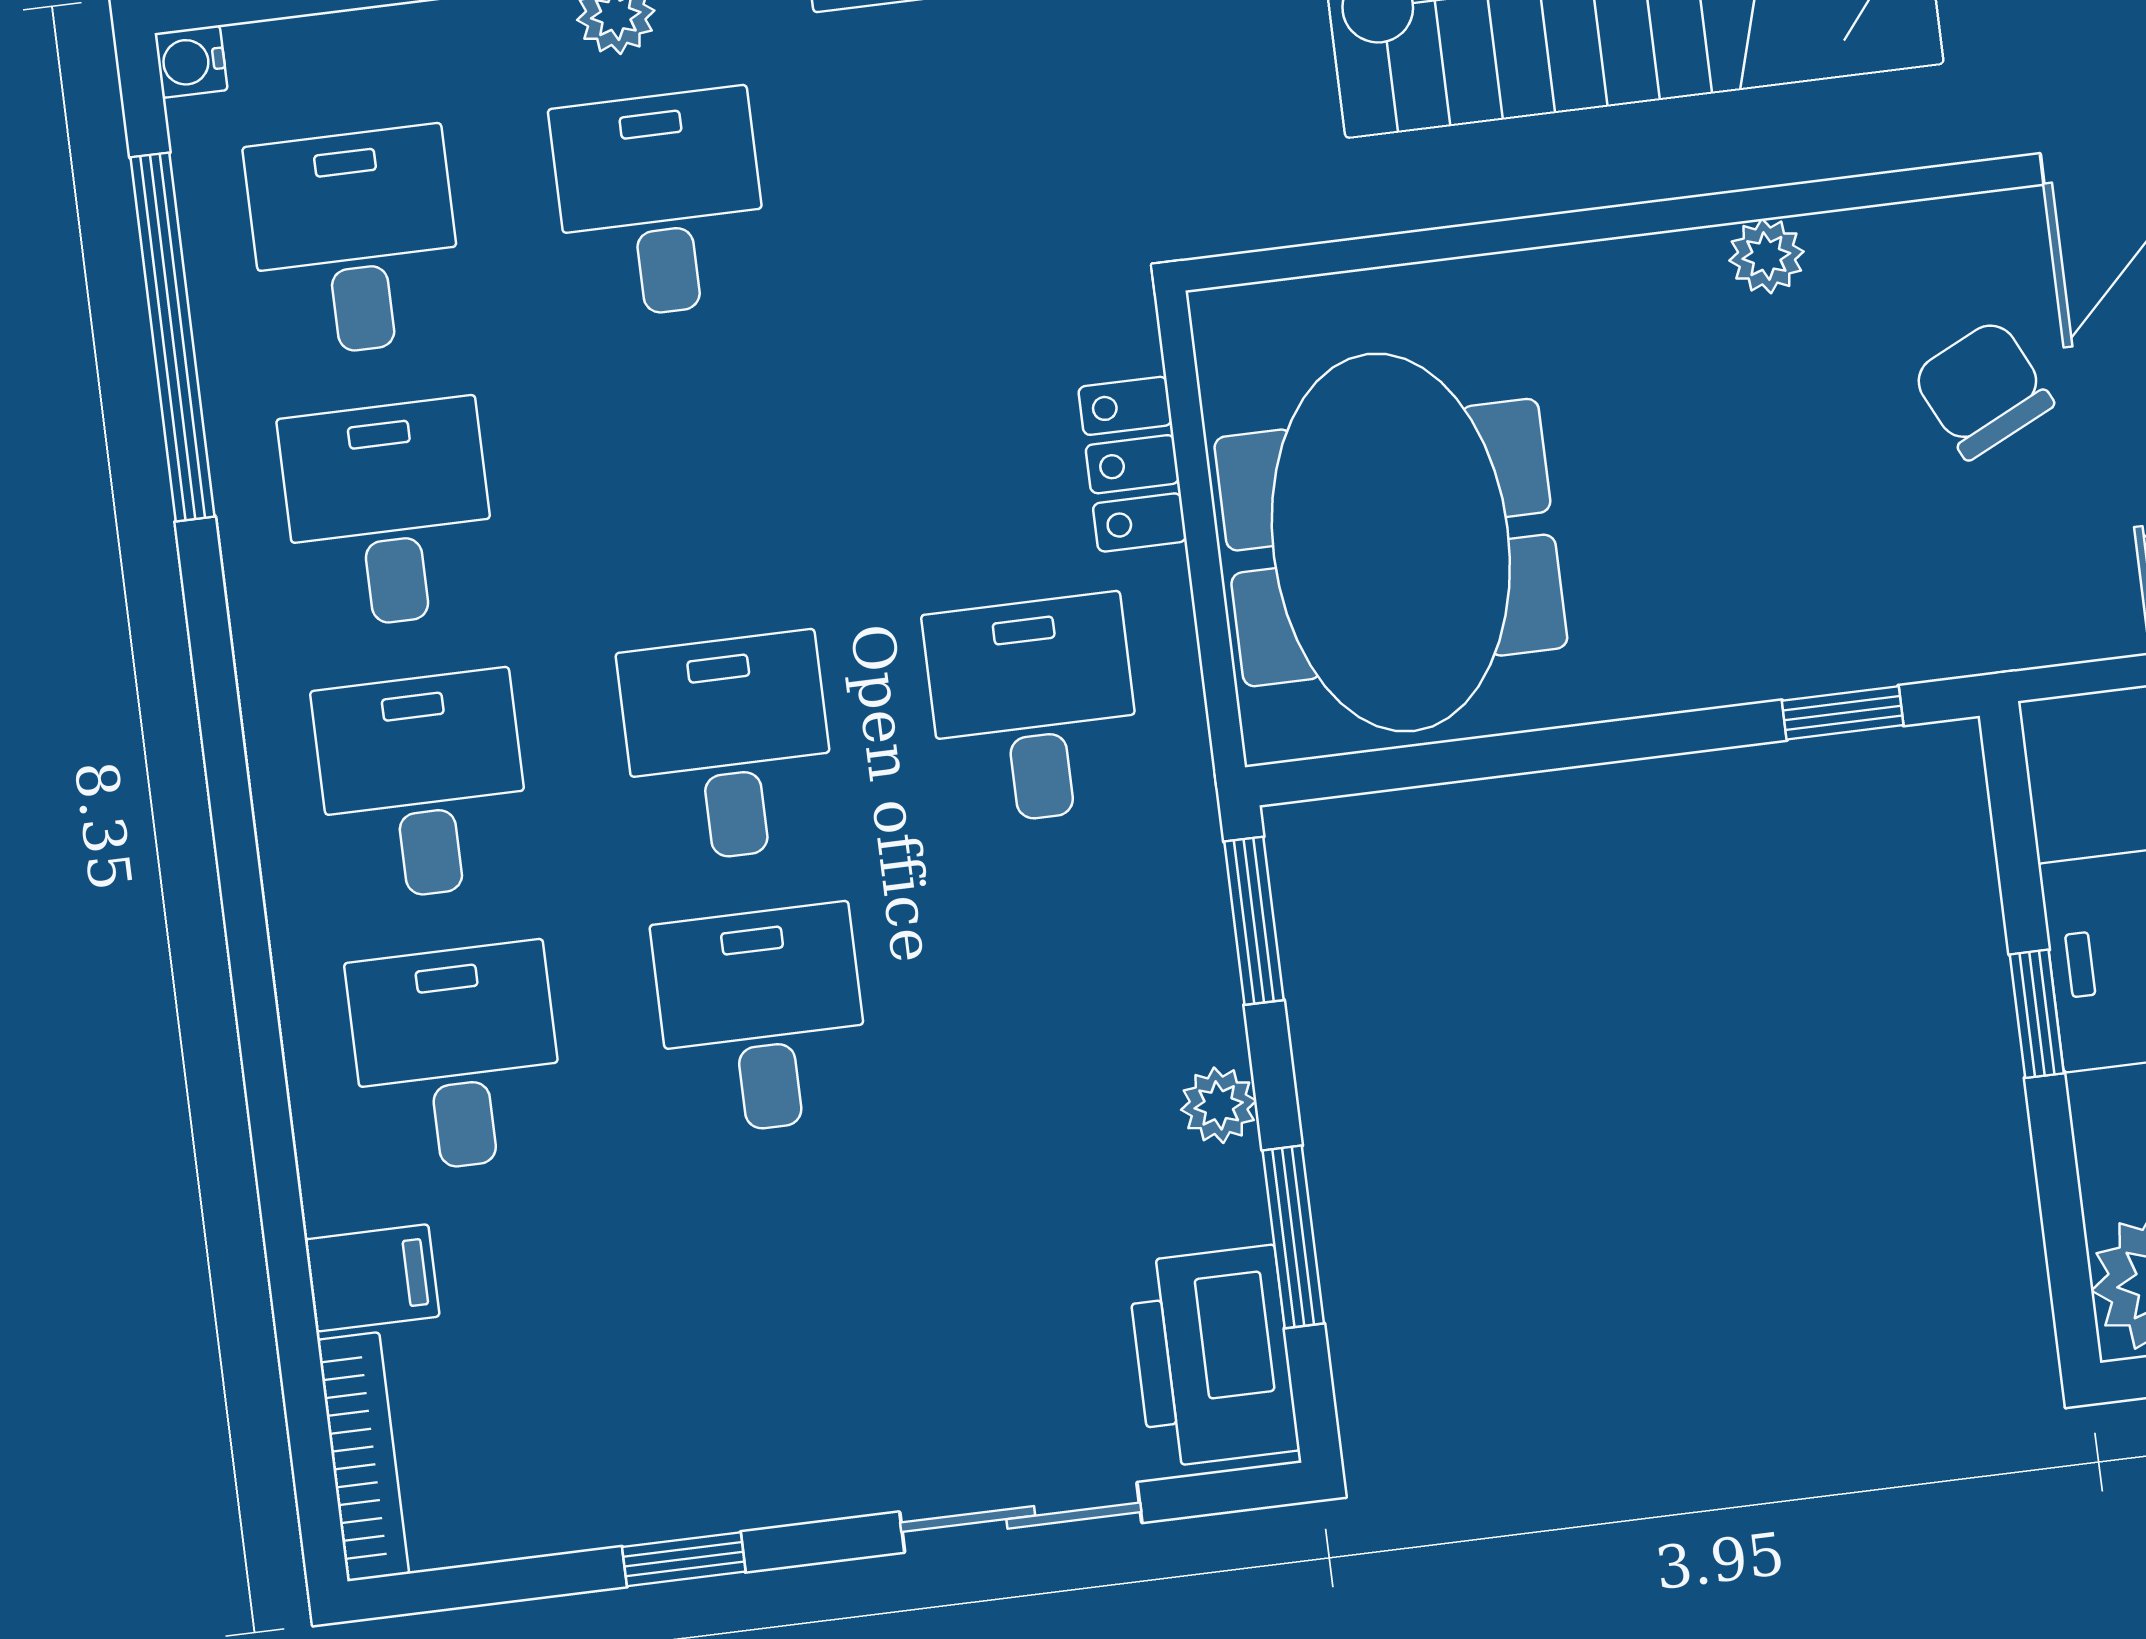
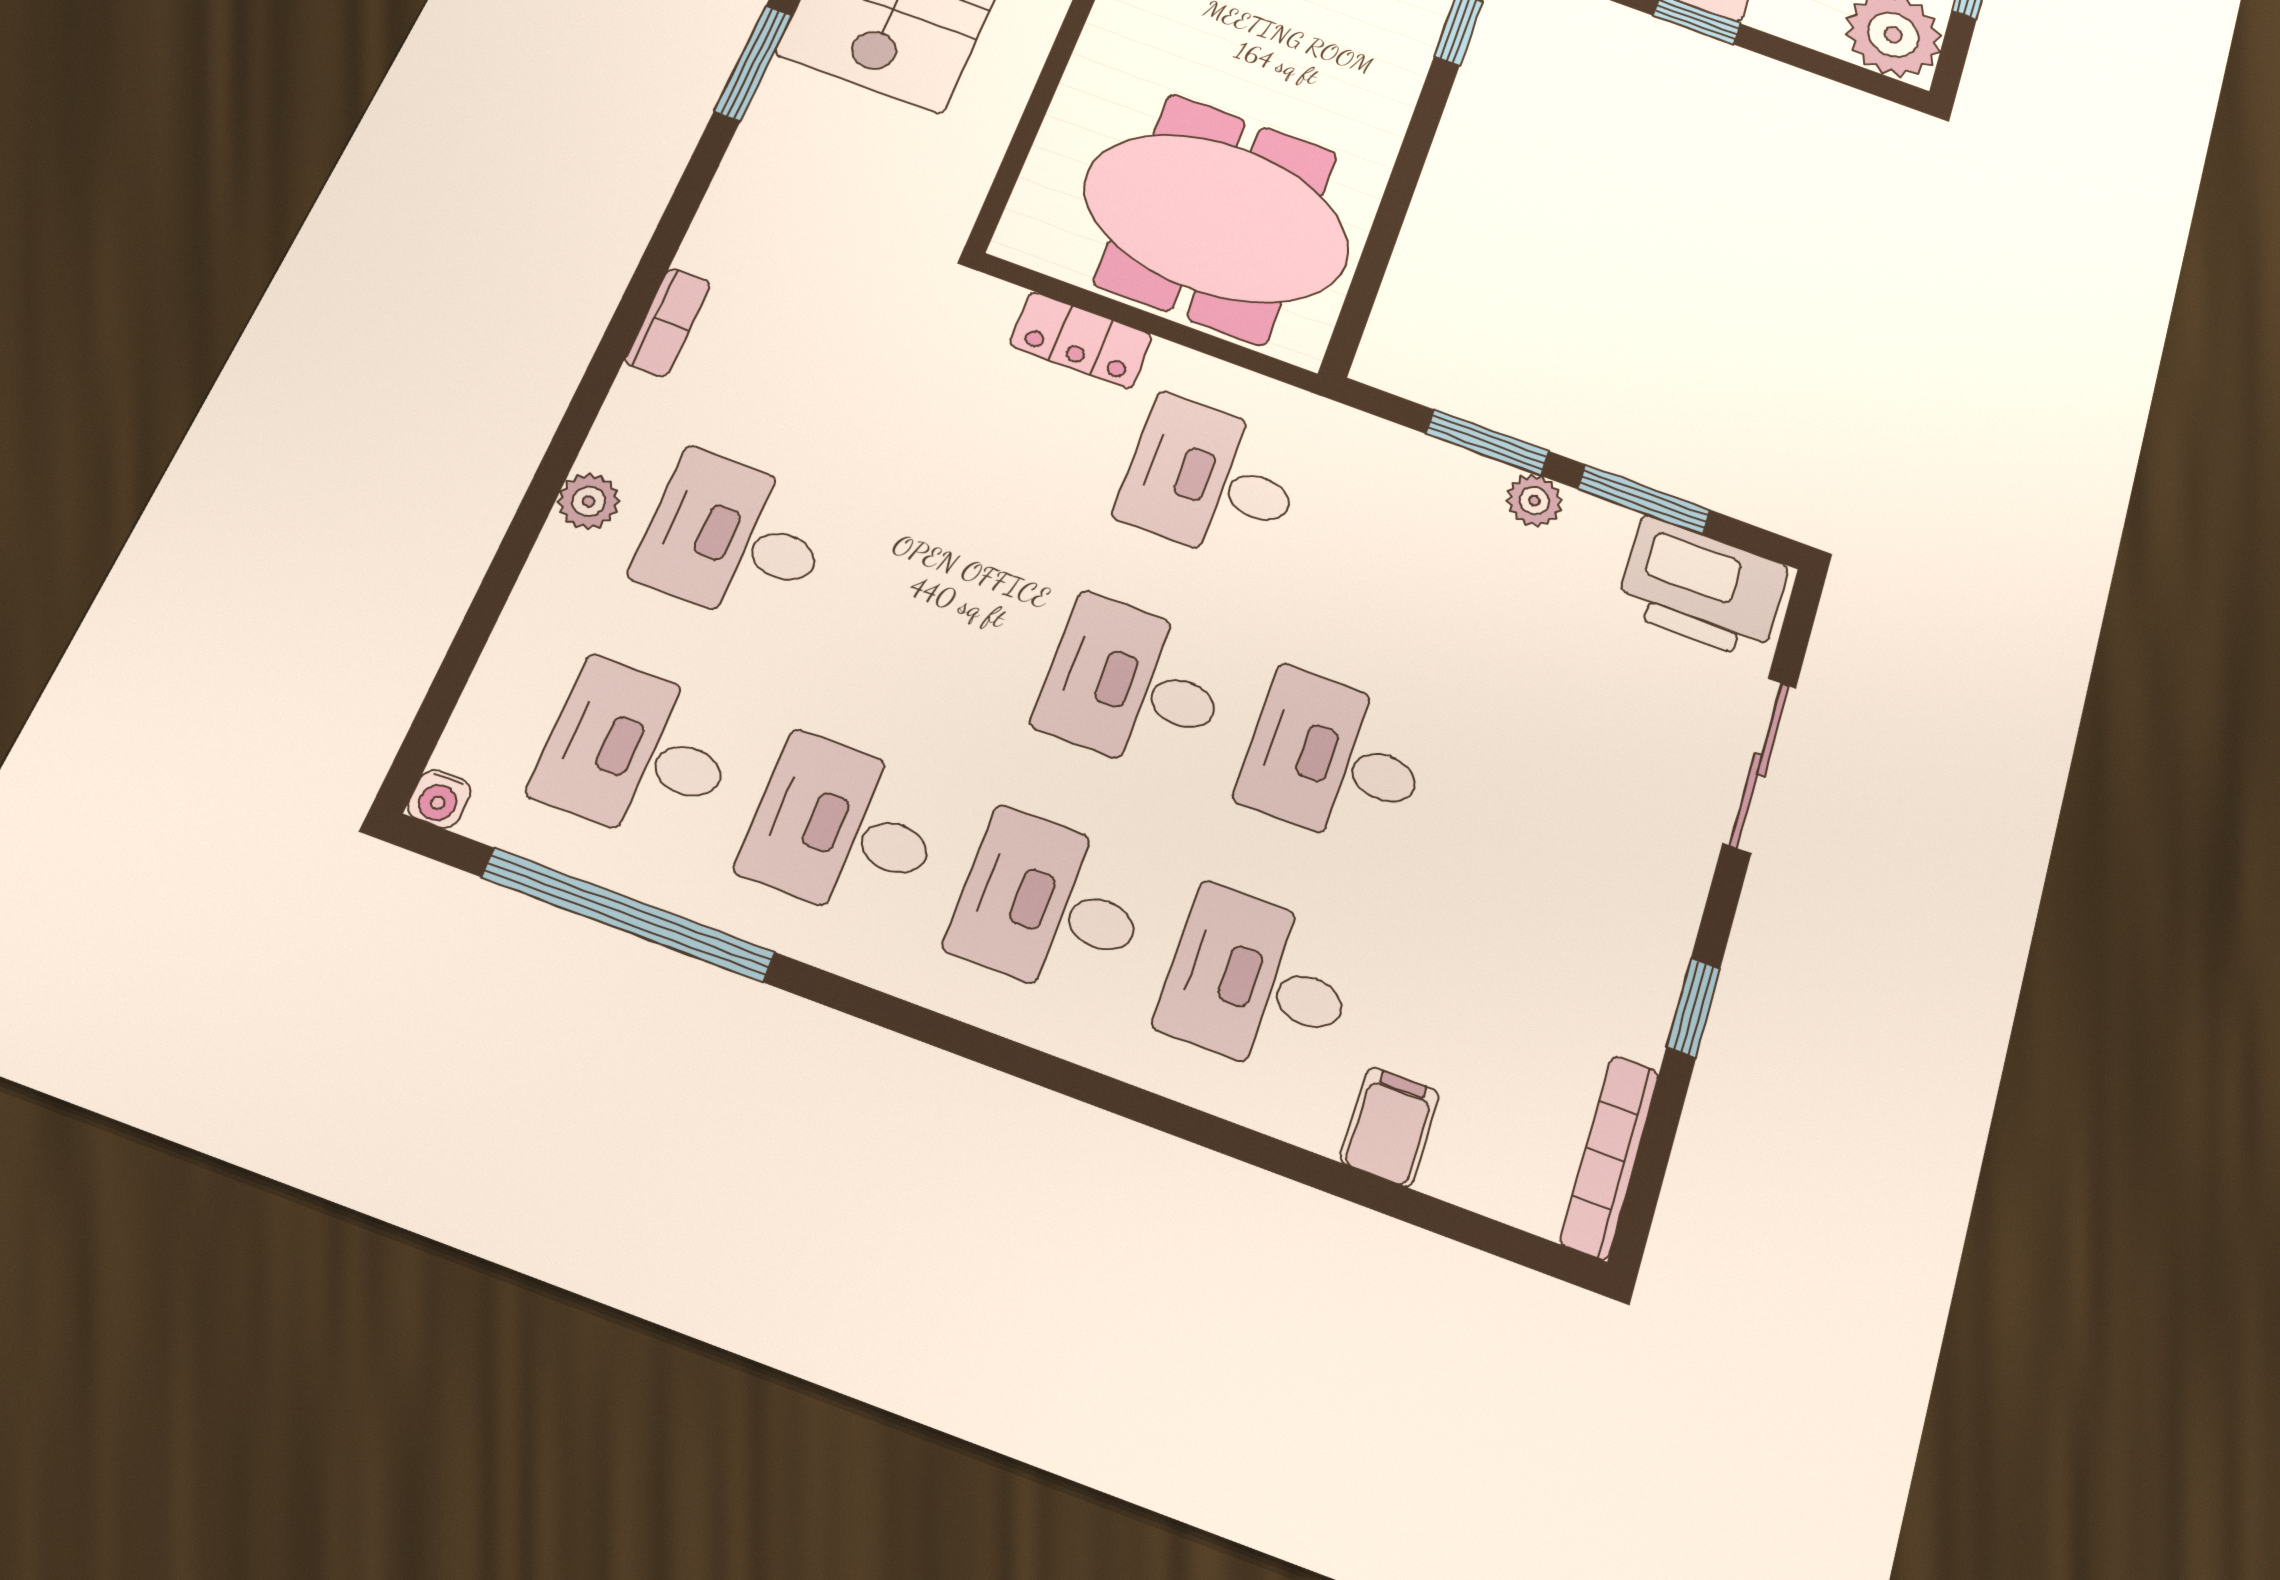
window: (1254, 921) -> (1487, 442), moved
bookcase: (363, 1457) -> (1610, 1157), moved, turned -90

